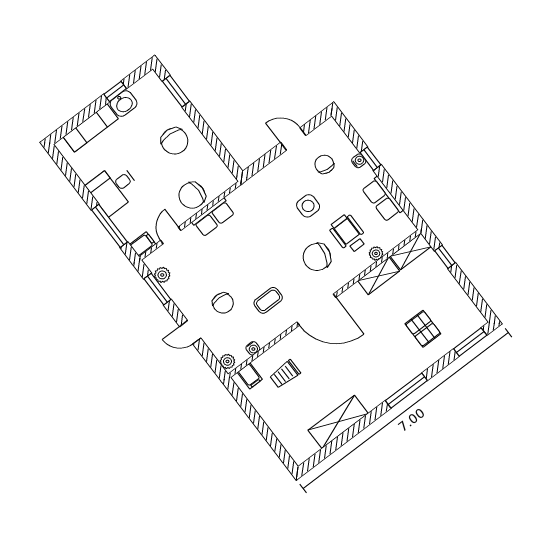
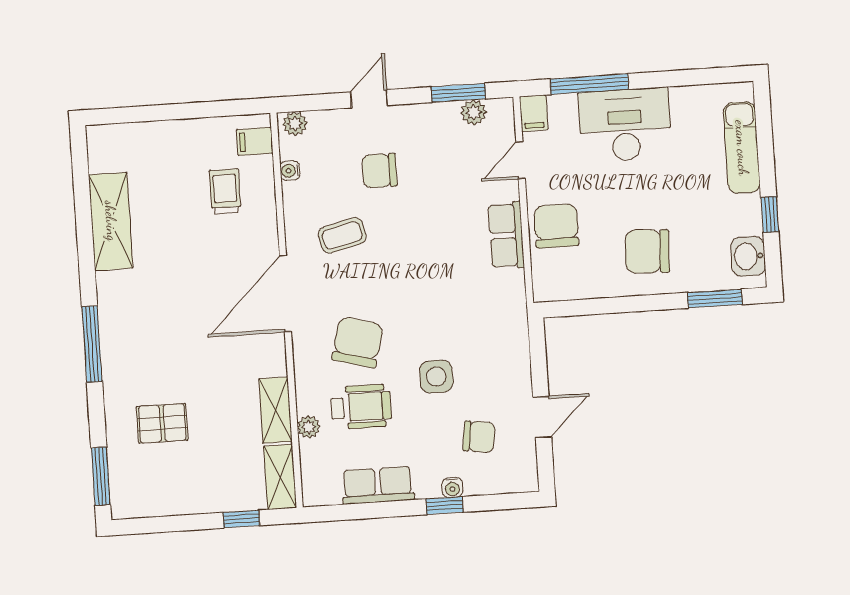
washbasin: (124, 104) -> (748, 256), moved
desk: (114, 188) -> (625, 125), width x1.37
door: (171, 235) -> (521, 160), swing flipped
coffee table: (268, 300) -> (342, 235), turned 76

